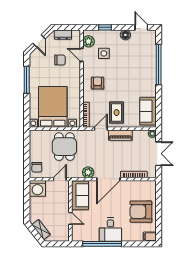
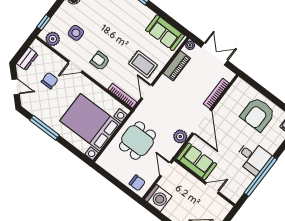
window: (105, 27) -> (44, 22), moved
door: (82, 55) -> (75, 67), moved
piano: (120, 135) -> (177, 66), moved
dining table: (64, 147) -> (137, 141), turned 90

